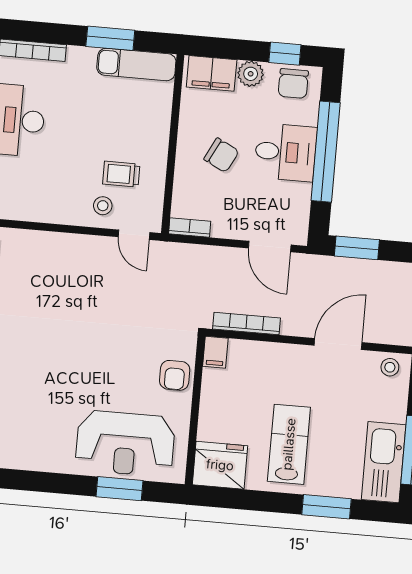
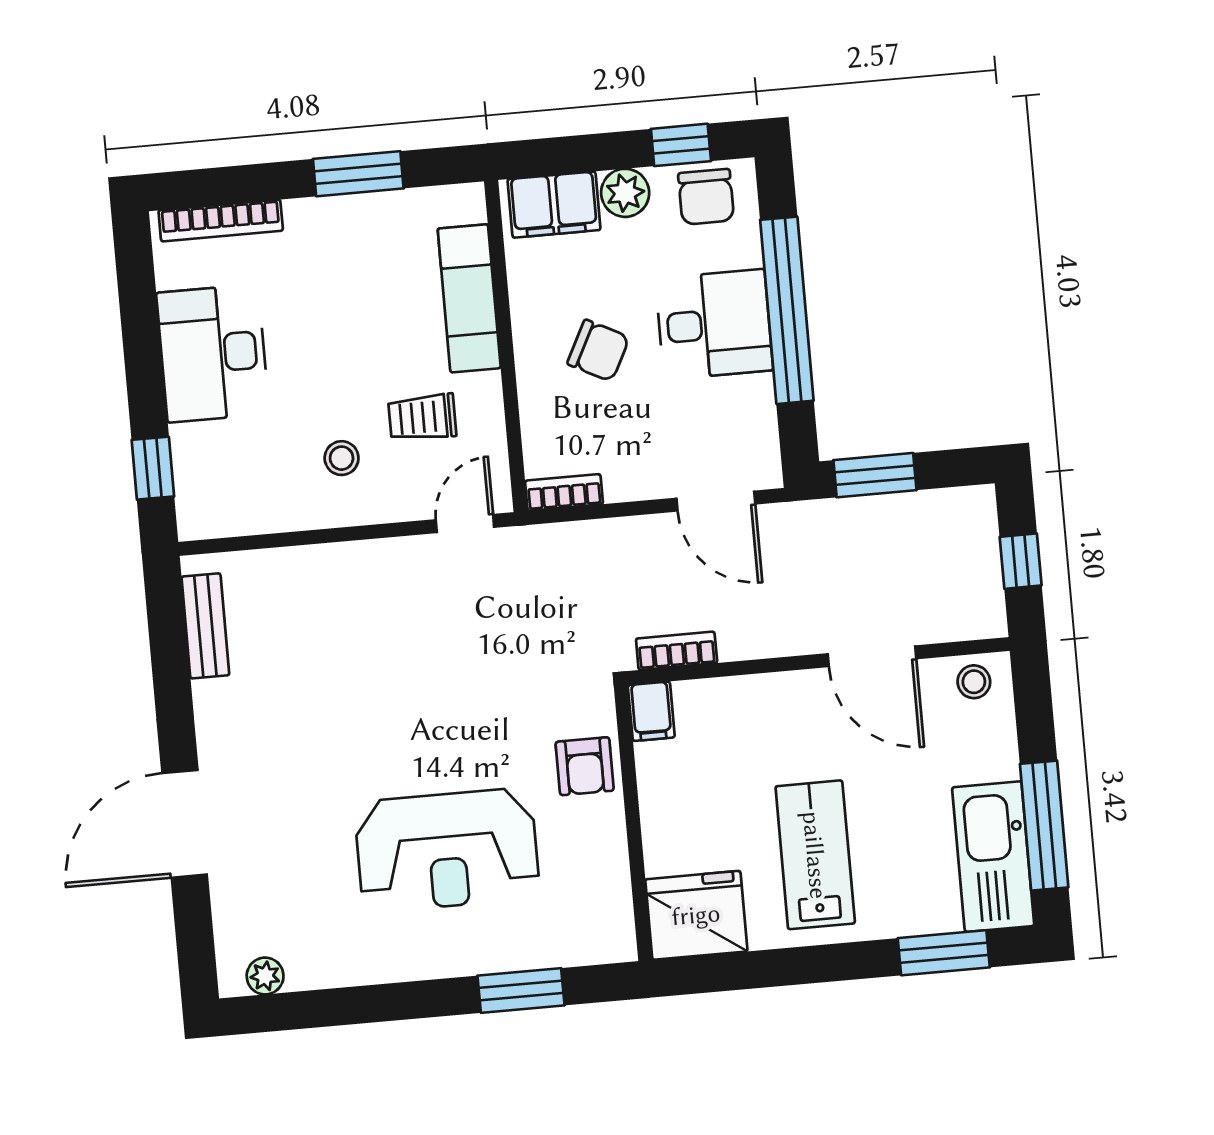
exam couch: (136, 64) -> (469, 298), moved, turned 90
stool: (103, 206) -> (342, 458), moved
door: (134, 235) -> (465, 523), swing flipped
bookcase: (246, 324) -> (677, 651), width x0.64
door: (338, 344) -> (872, 656), swing flipped
reception desk: (125, 443) -> (447, 850), moved
window: (326, 507) -> (944, 953), moved

